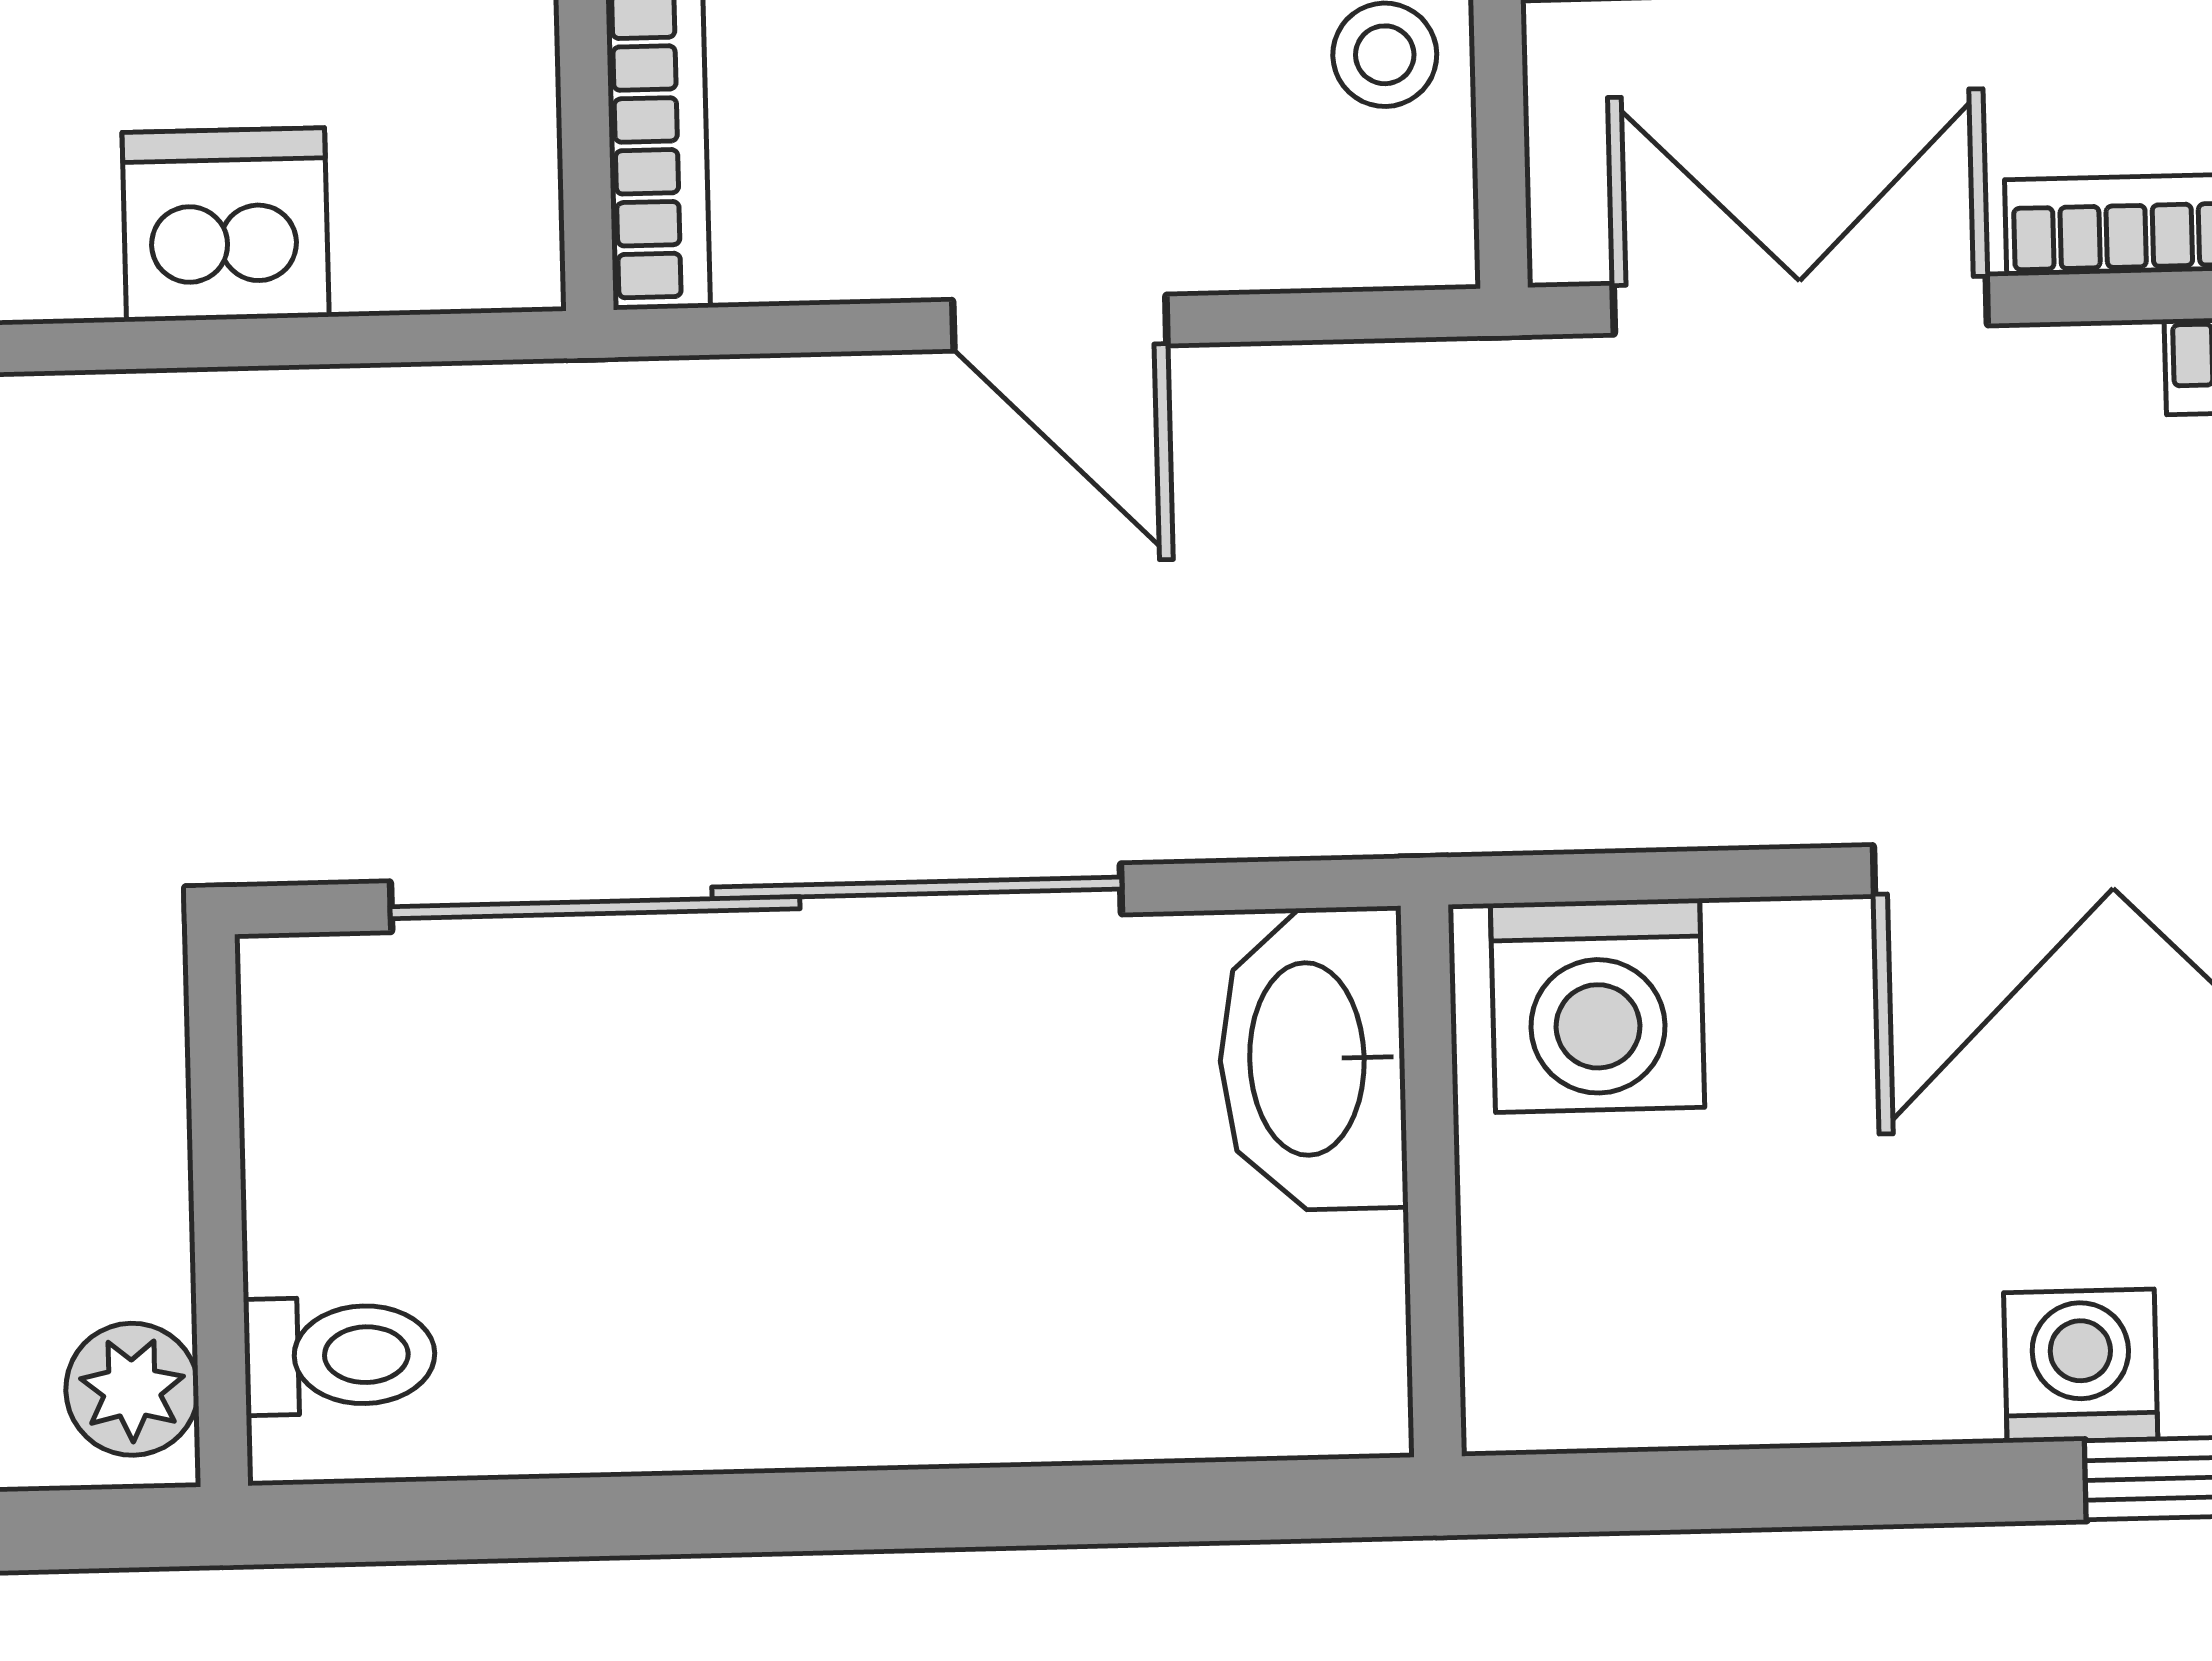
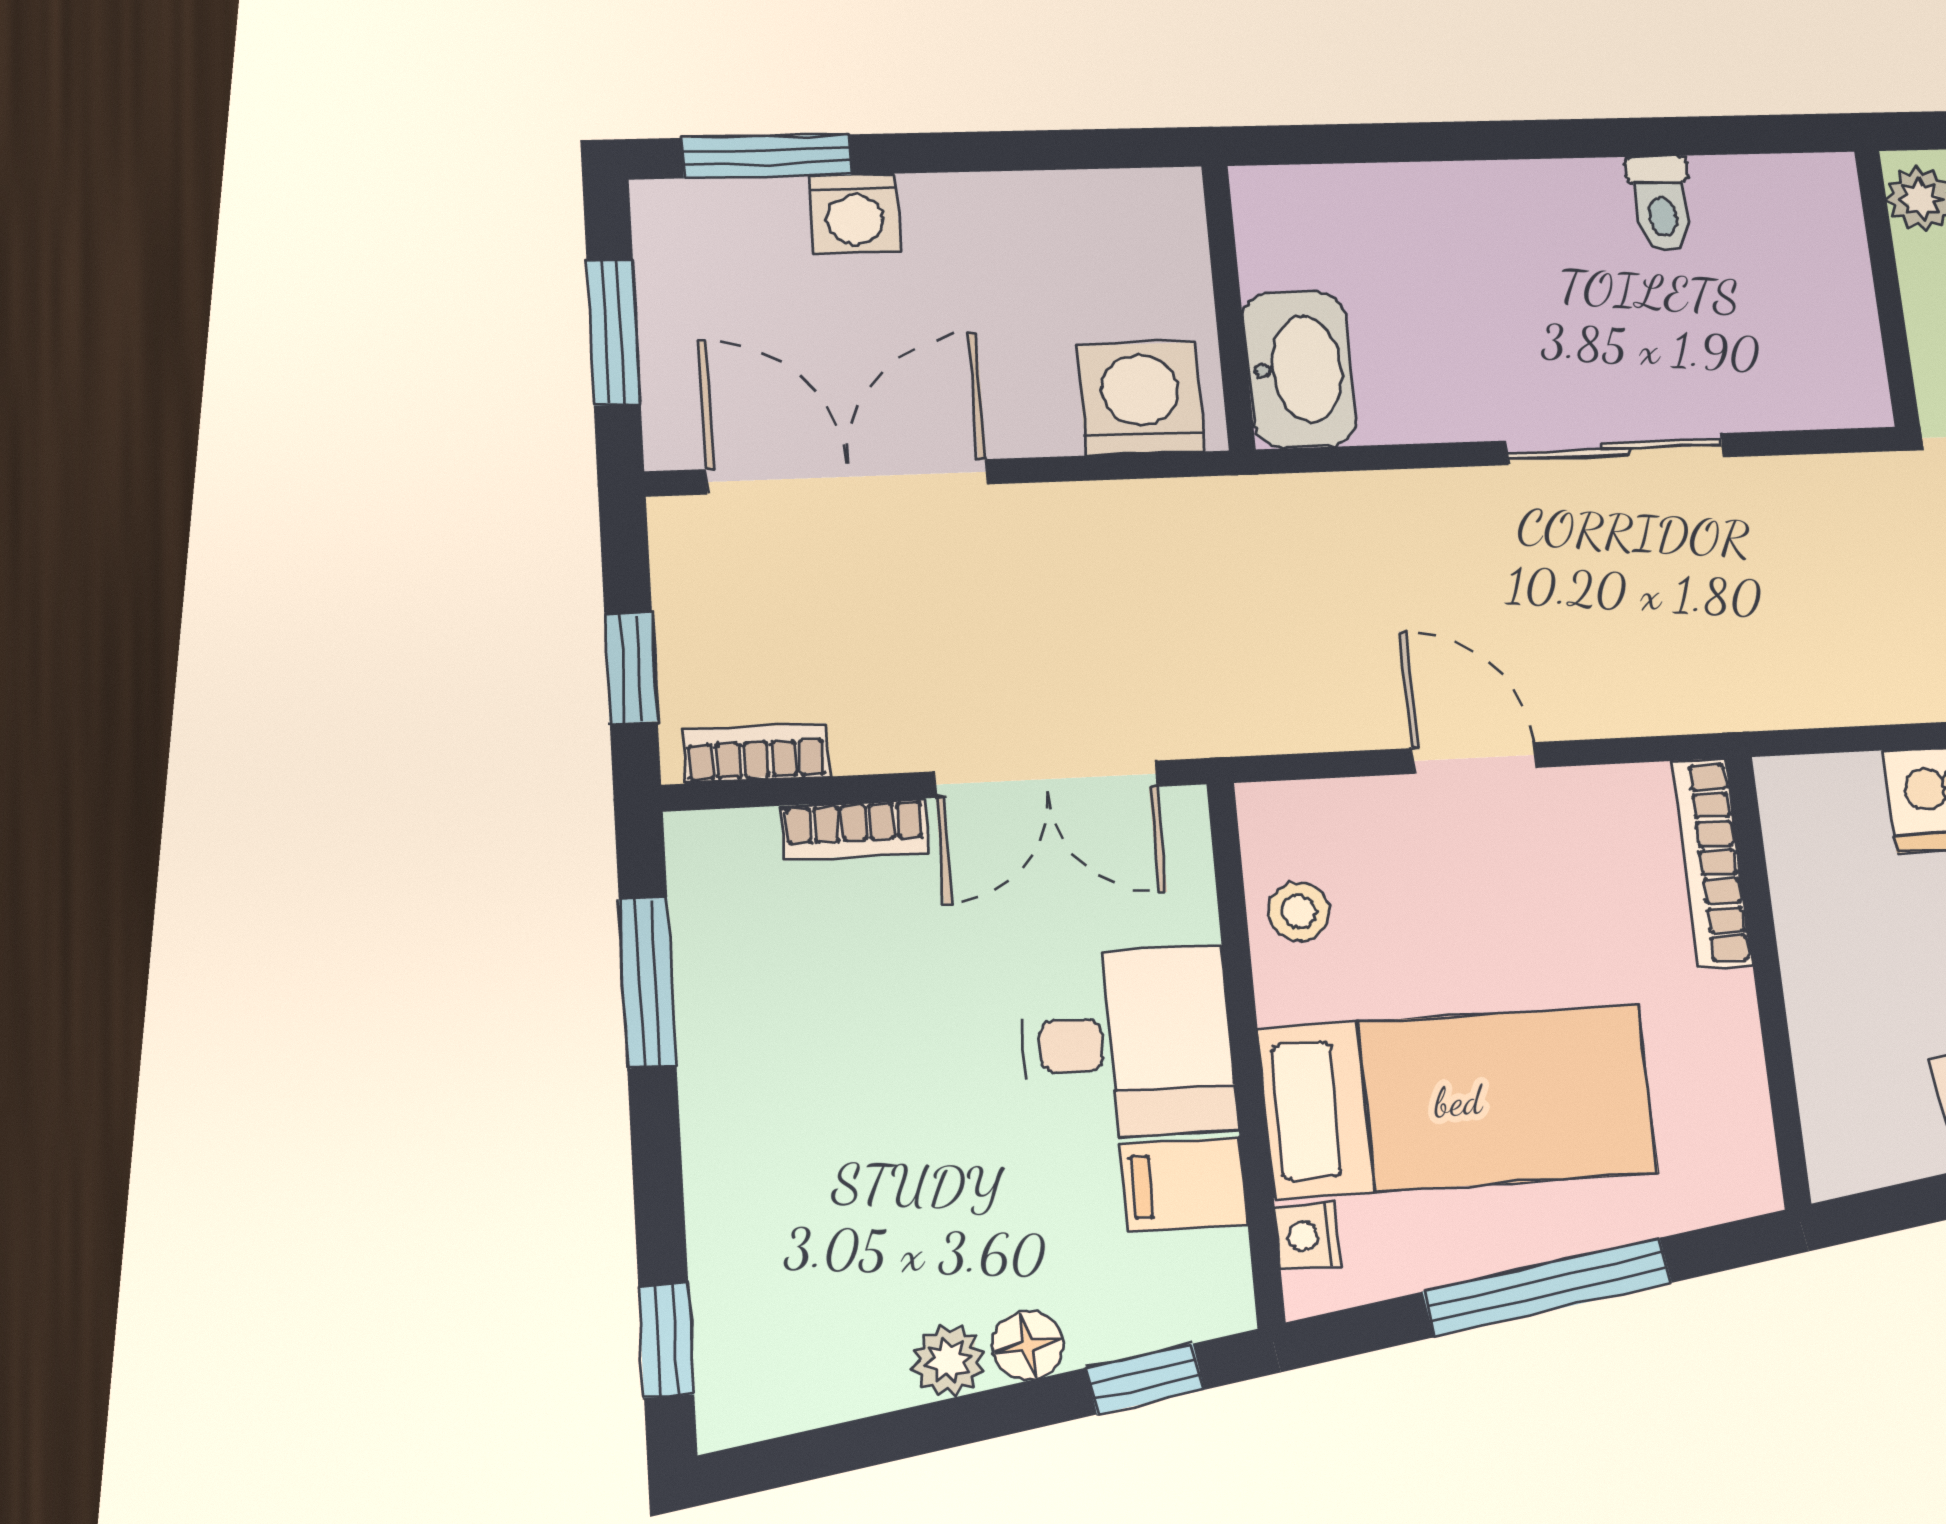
sliding door: (756, 898) -> (1615, 449), width x0.54
toilet: (340, 1355) -> (1661, 203), moved, turned -90

